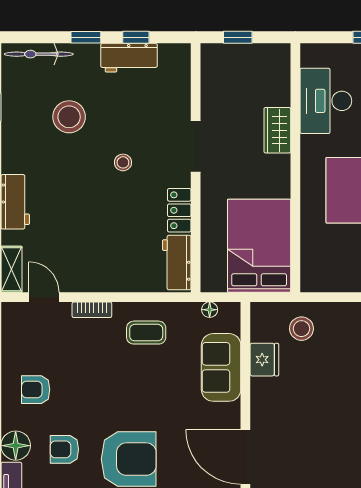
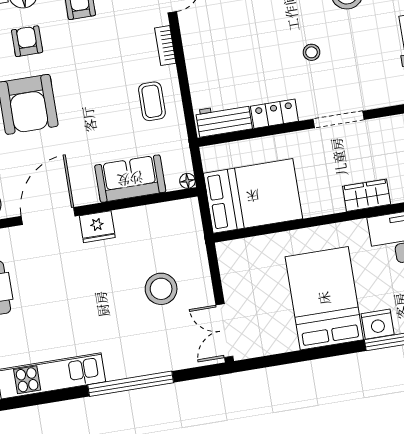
floor lamp: (210, 310) -> (187, 181), moved
stool: (301, 329) -> (161, 289), moved, width x1.38, depth x1.38
fridge: (264, 360) -> (97, 227), moved

